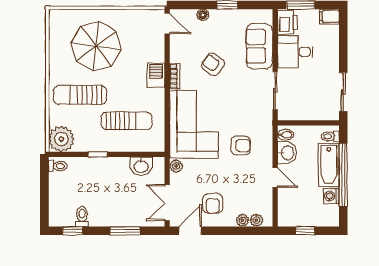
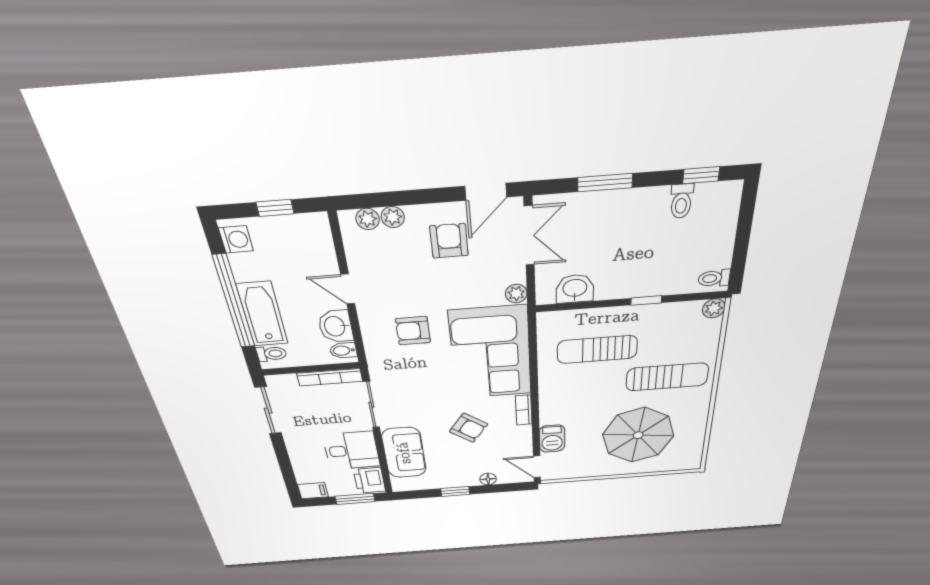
barbecue: (156, 75) -> (552, 439), moved
bookcase: (298, 115) -> (330, 377), added
plant: (61, 139) -> (714, 308), width x0.53, depth x0.53
washing machine: (331, 196) -> (236, 239), moved

